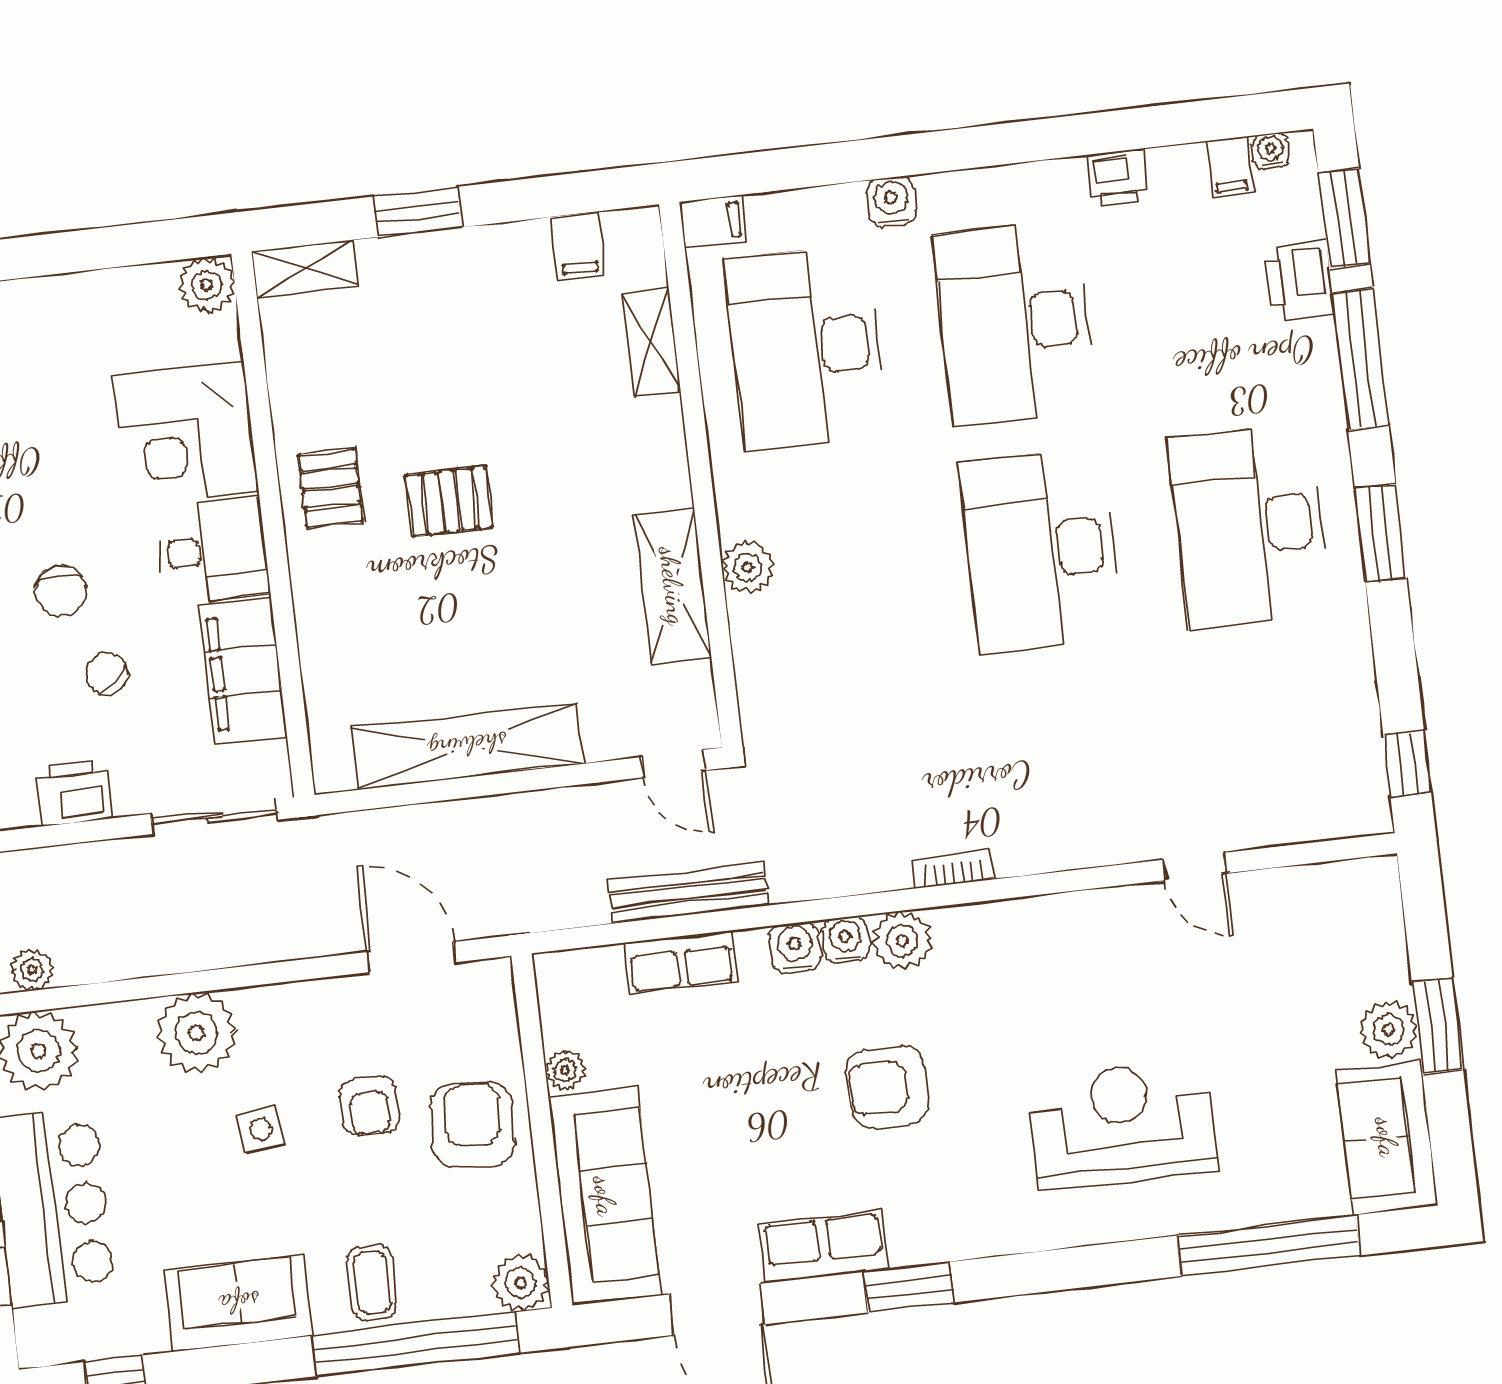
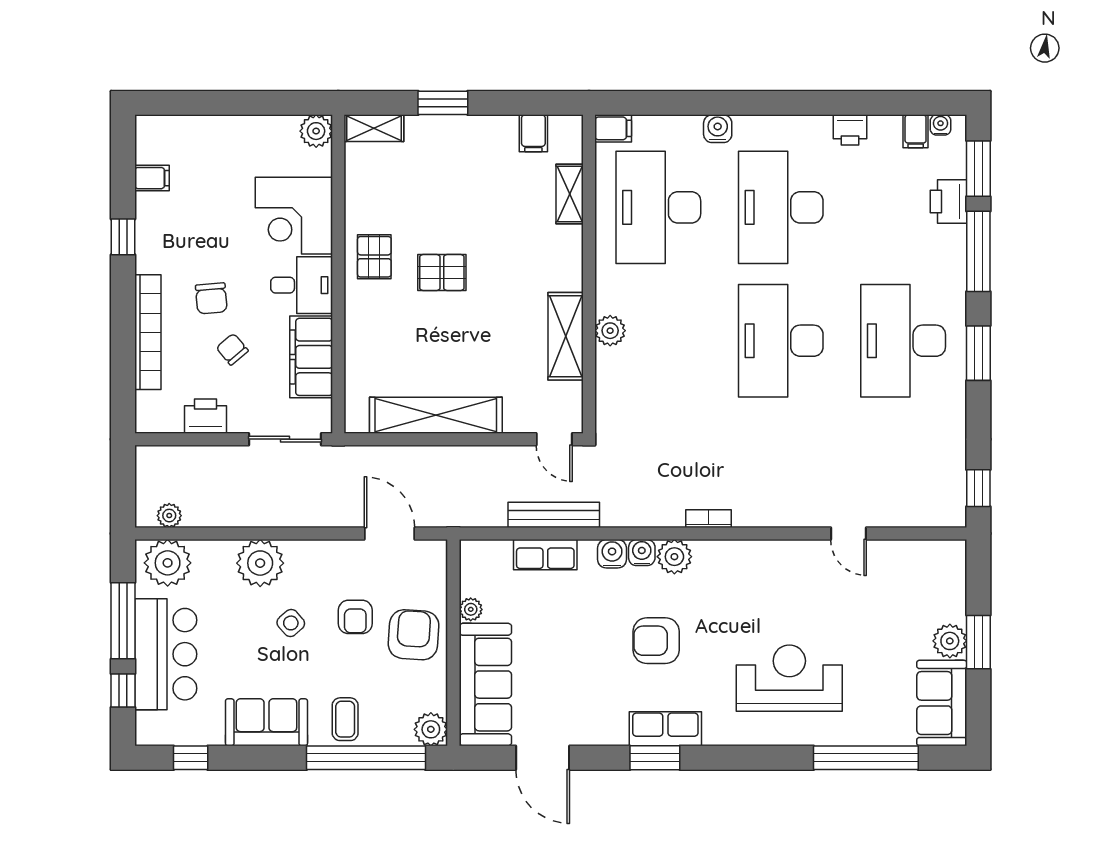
side table: (261, 1129) -> (291, 623), turned -34
row of seats: (823, 1247) -> (665, 729), moved

